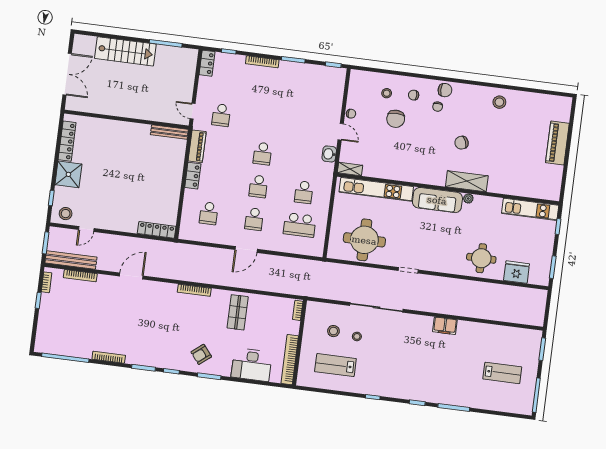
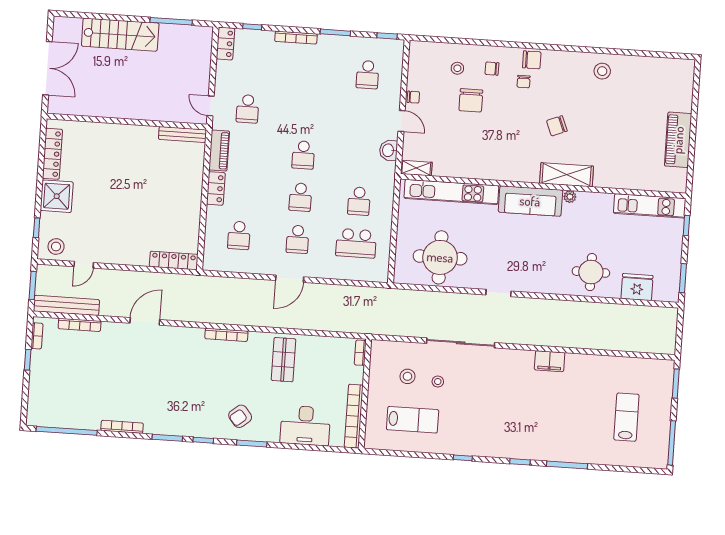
school desk: (316, 94) -> (368, 75), added
piano: (557, 143) -> (678, 140), moved
lab bench: (335, 365) -> (413, 420), turned 180
lab bench: (502, 373) -> (626, 417), turned -90

